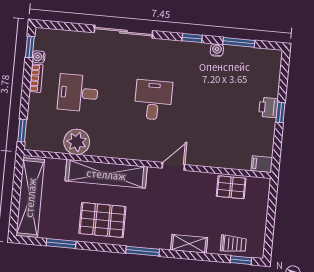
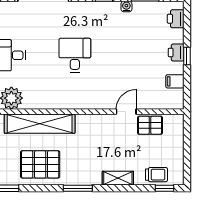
printer: (271, 69) -> (176, 19), added
filing cabinet: (262, 164) -> (175, 81), moved
door: (173, 166) -> (126, 112), moved

